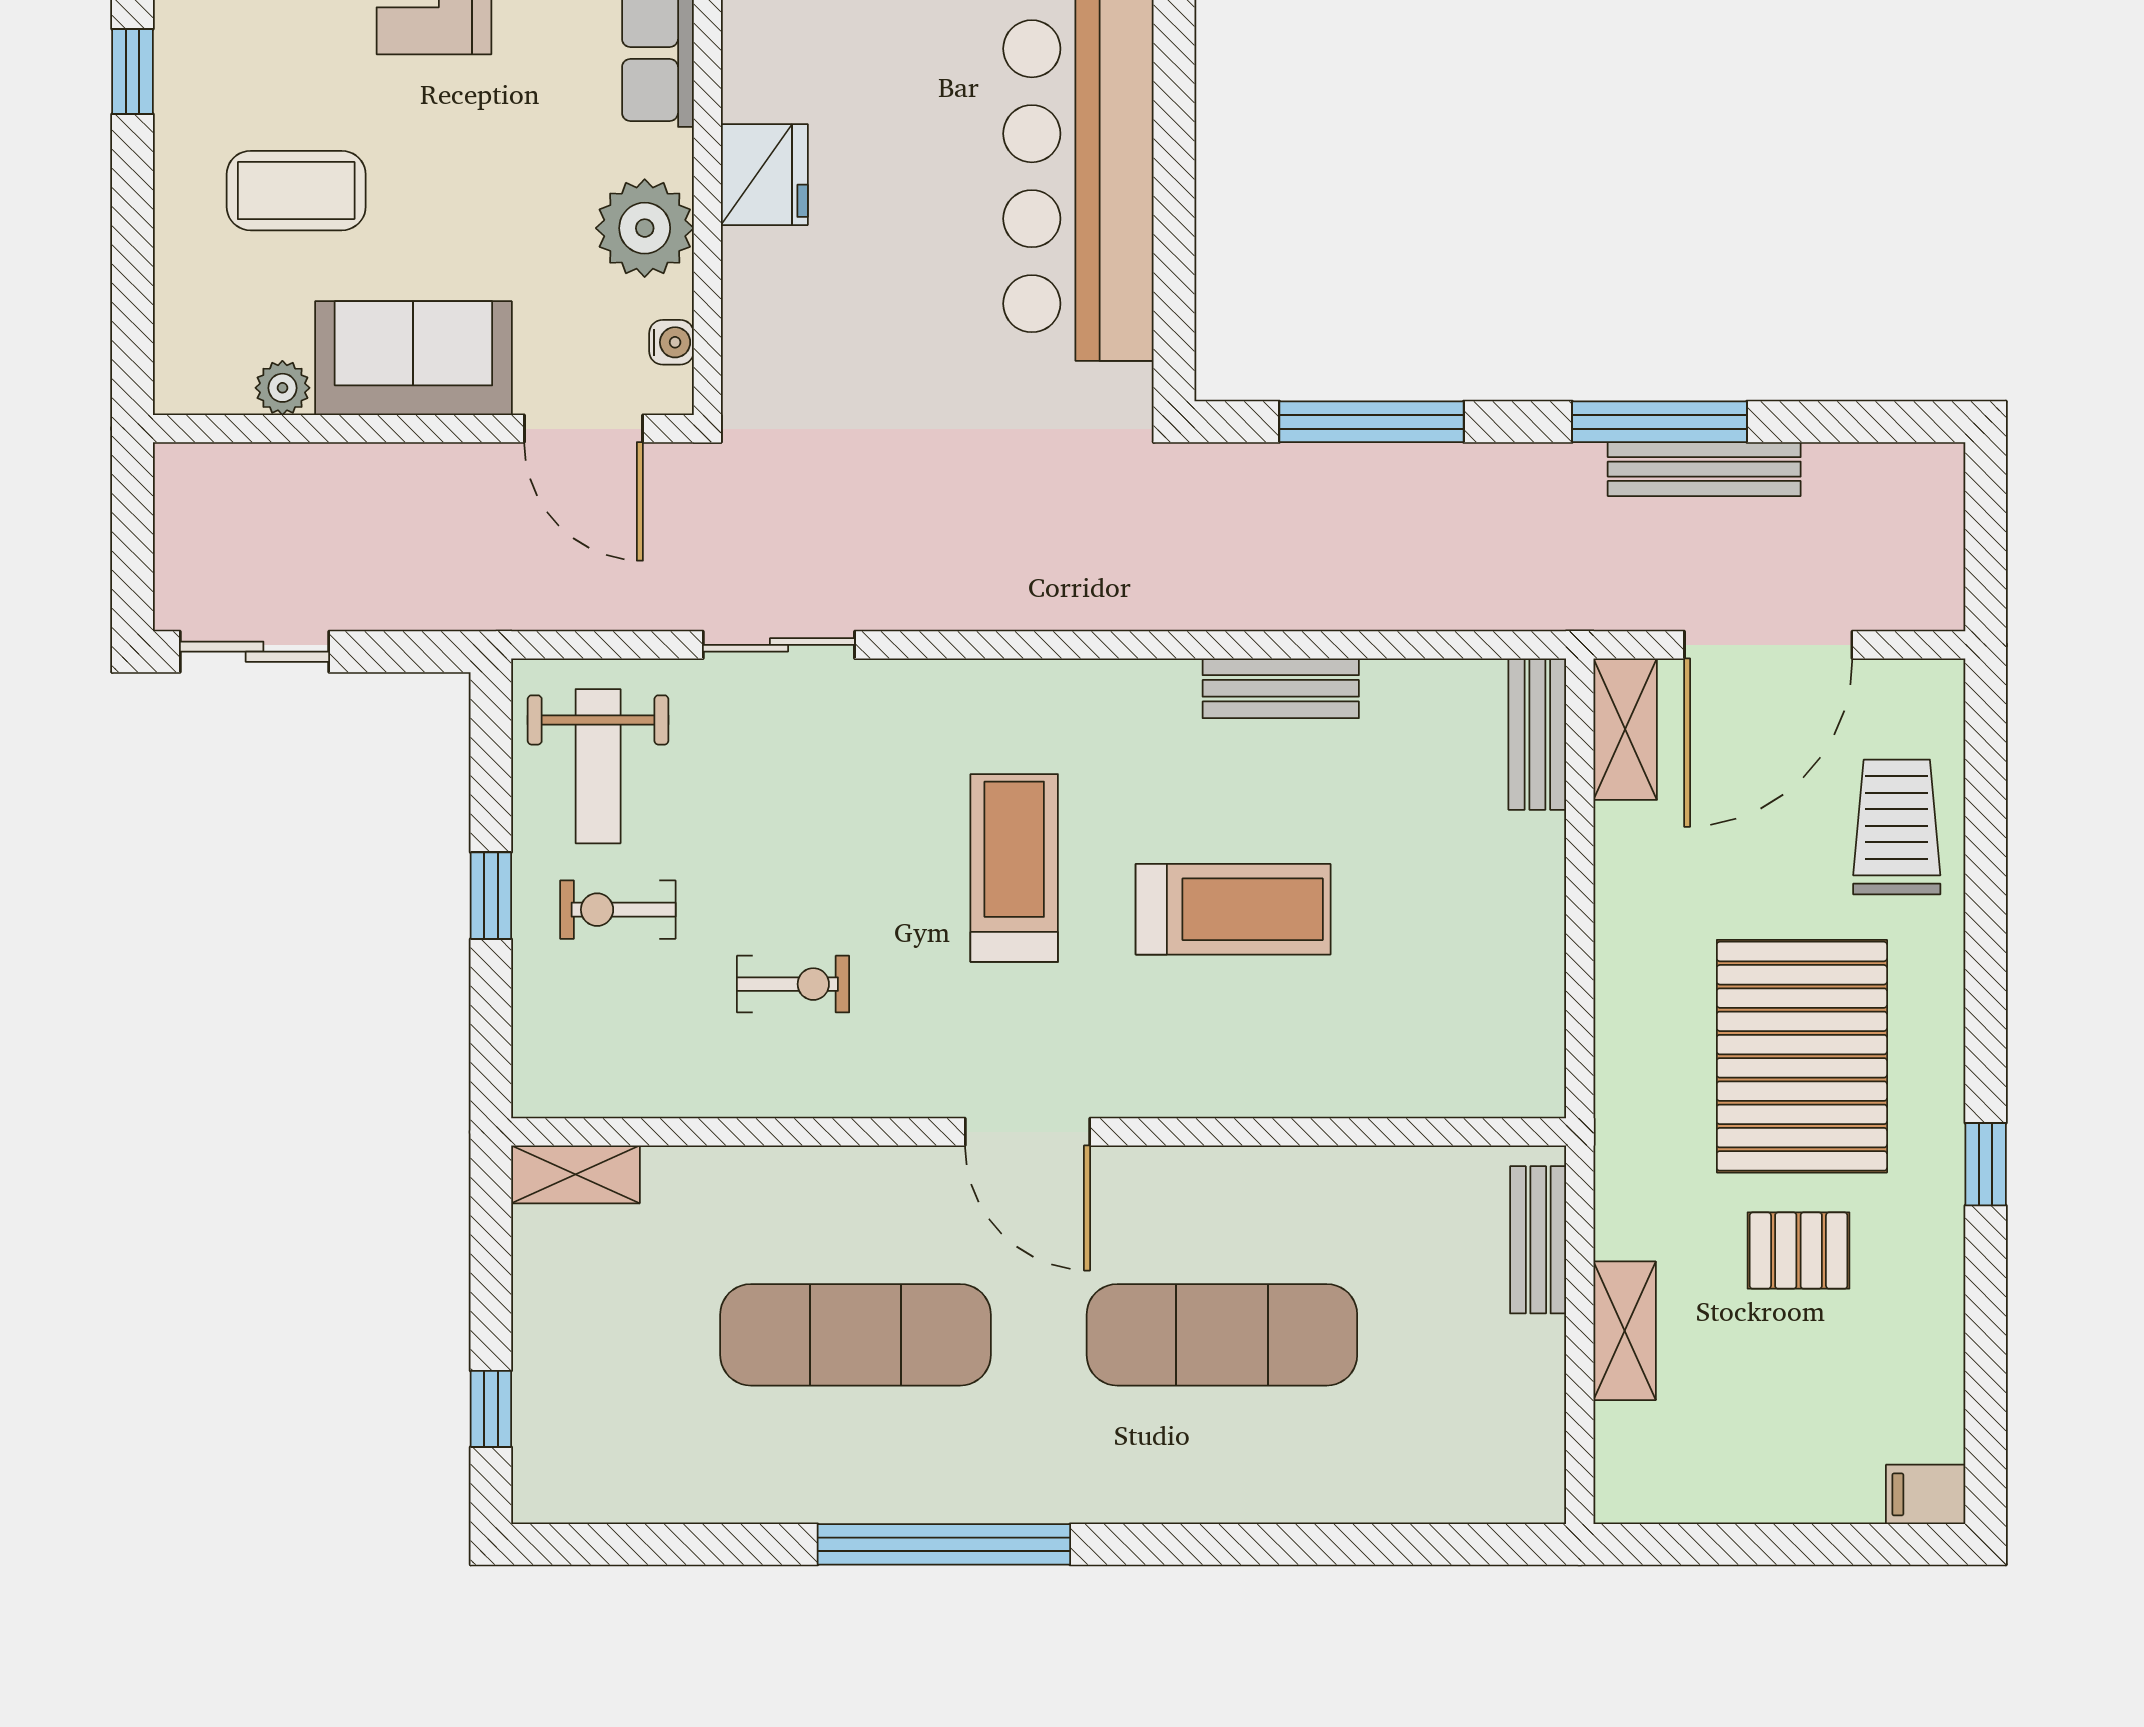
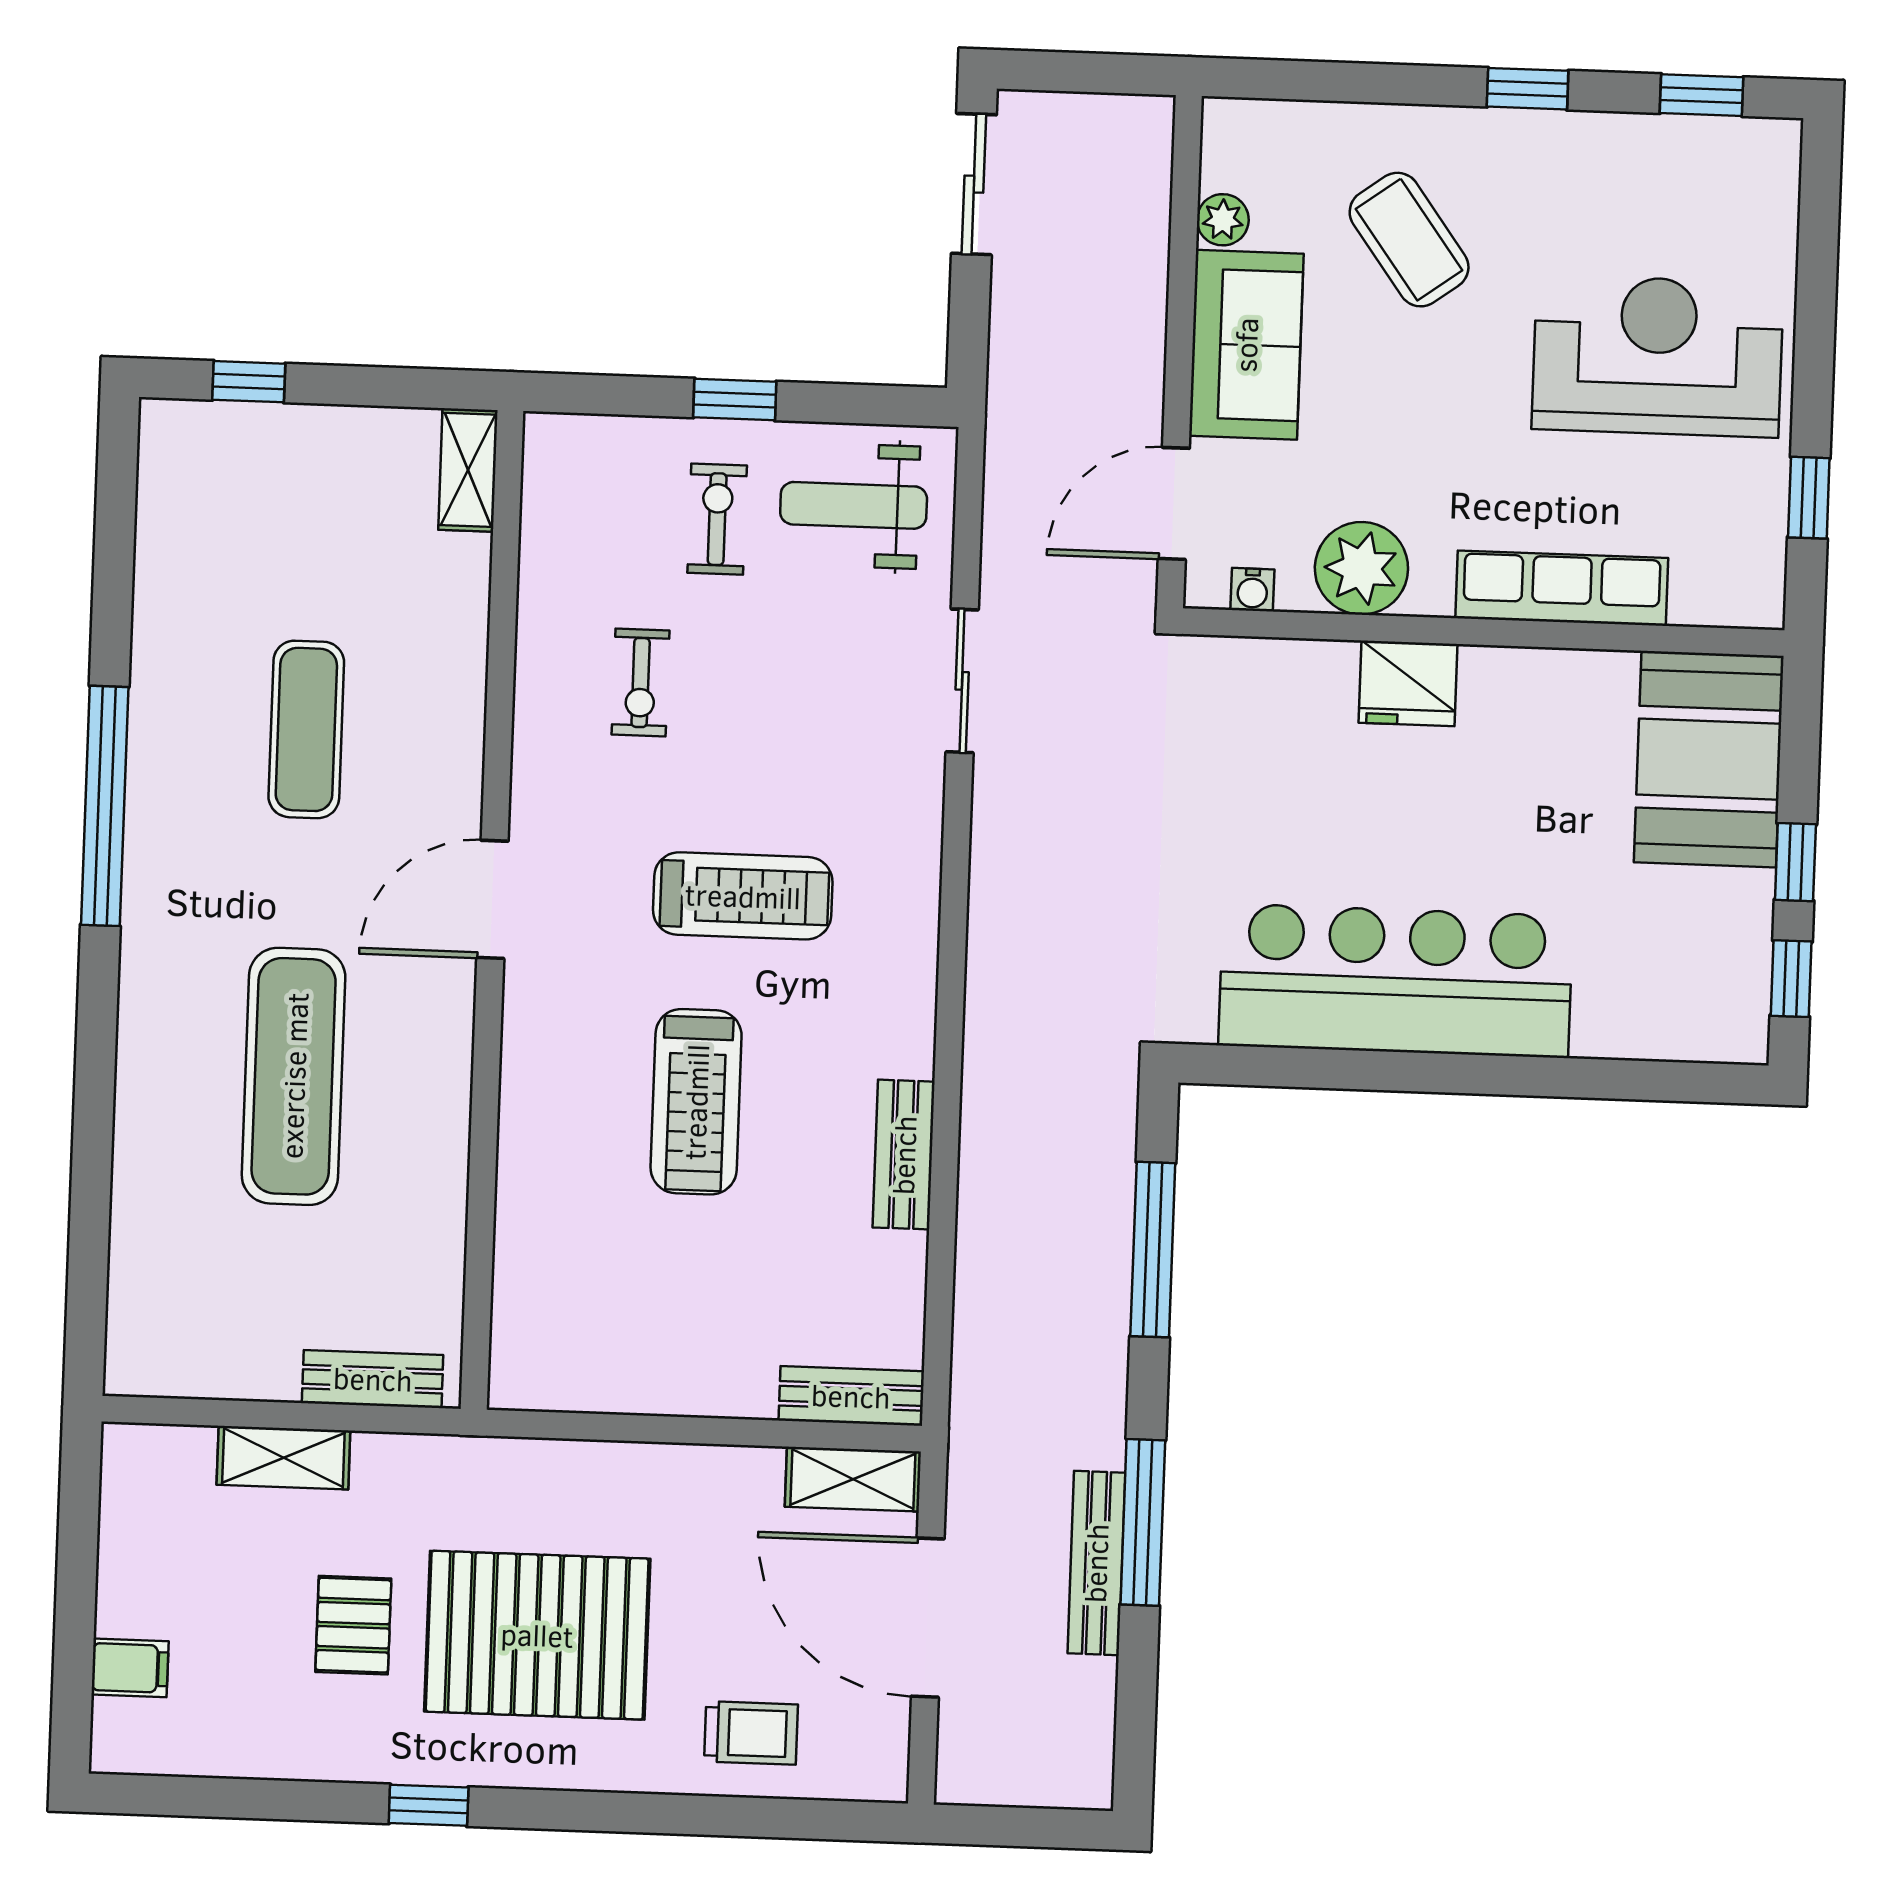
coffee table: (296, 191) -> (1409, 240), turned -36
trolley: (1897, 827) -> (751, 1733), width x0.73, depth x0.72
exercise mat: (855, 1335) -> (306, 729), width x0.73, depth x0.69
filing cabinet: (1926, 1494) -> (130, 1668), moved, turned 90

